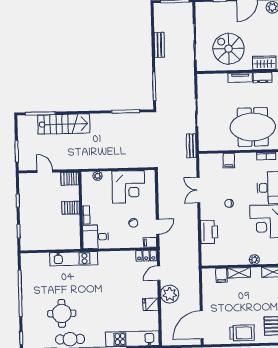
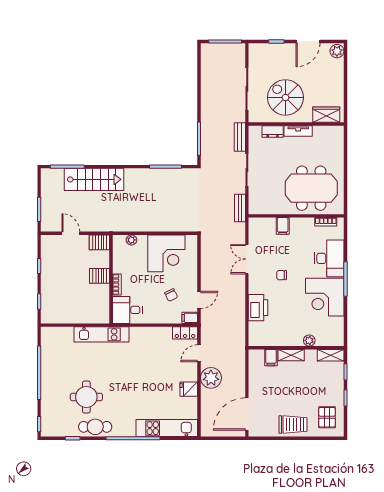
bench: (159, 45) -> (240, 137), moved
dresser: (263, 77) -> (273, 132), moved

